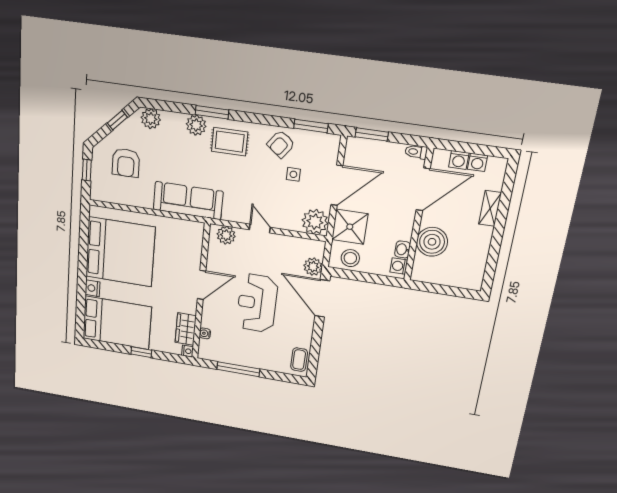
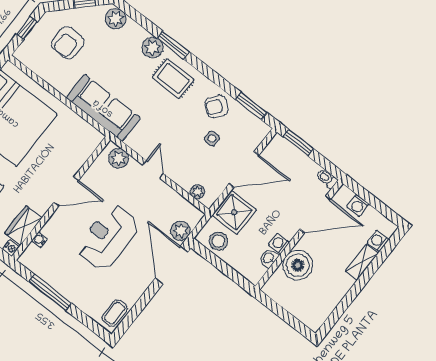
washing machine: (477, 162) -> (378, 241), moved, turned 90
plant: (315, 222) -> (198, 192), width x0.53, depth x0.53
washing machine: (399, 266) -> (279, 244), moved

